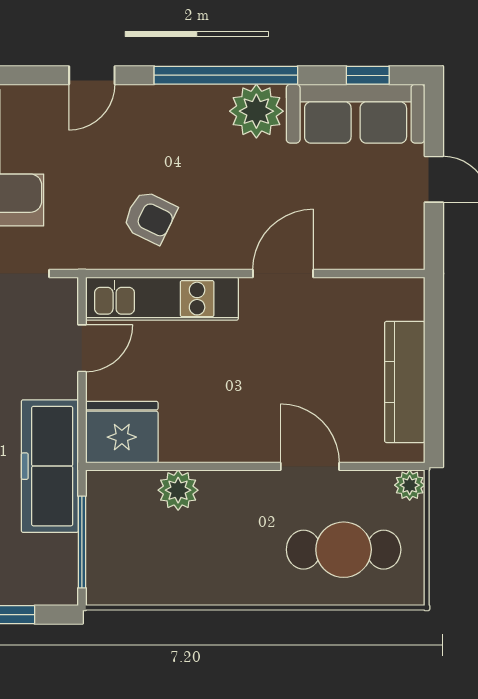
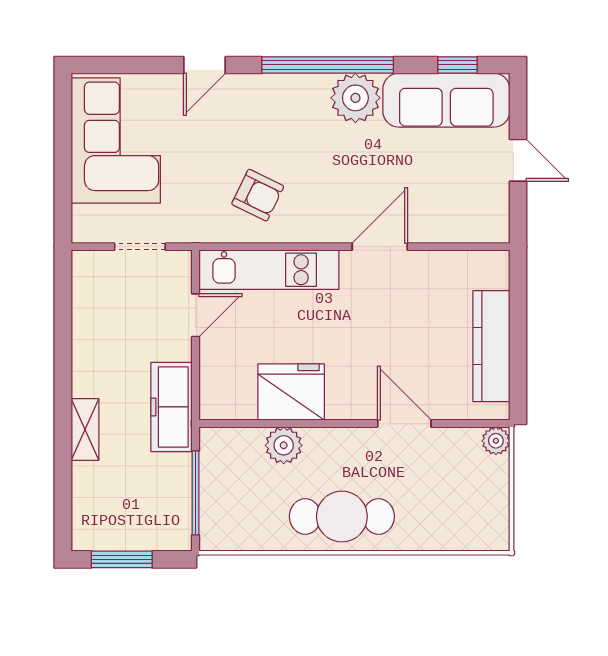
fridge: (122, 432) -> (291, 392), moved
freezer: (50, 466) -> (172, 407), width x0.73, depth x0.79
cafe table: (344, 550) -> (342, 516), moved

